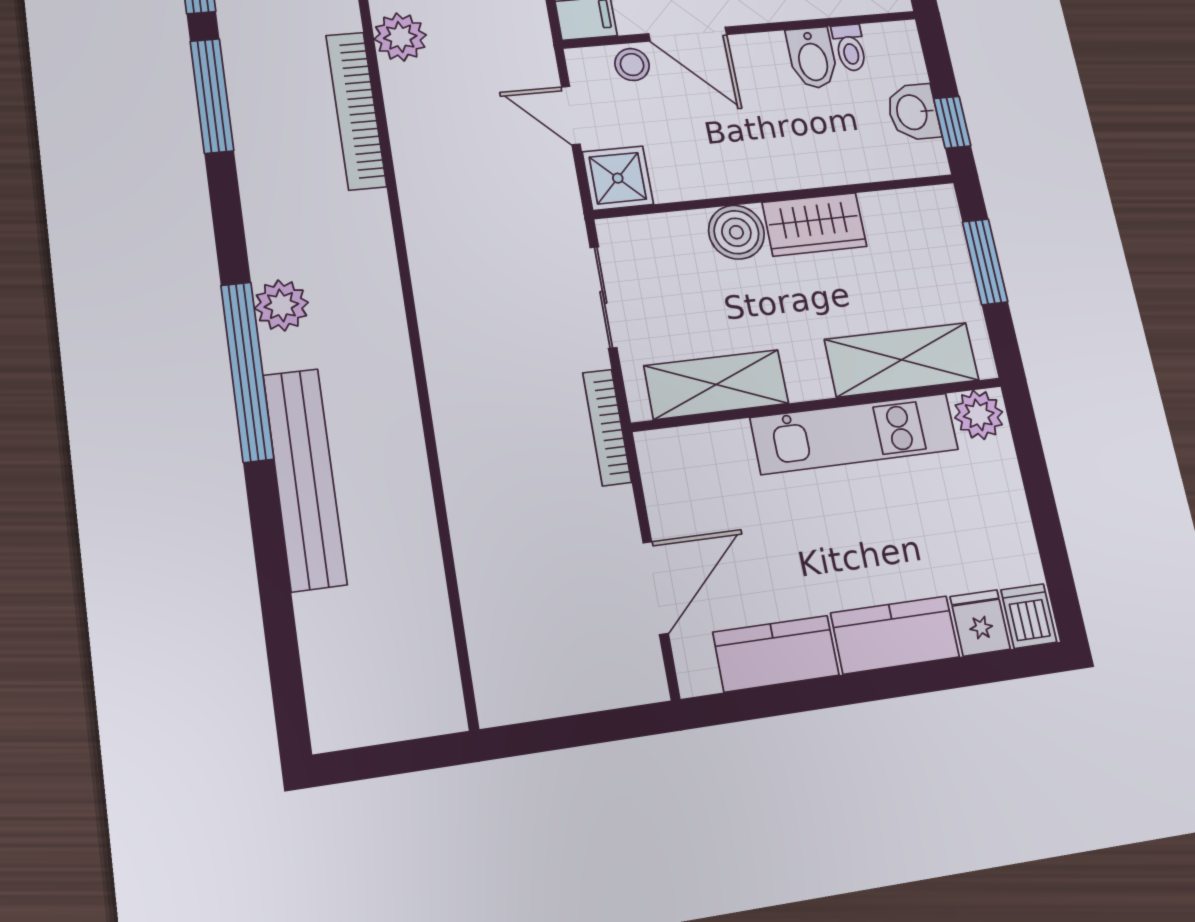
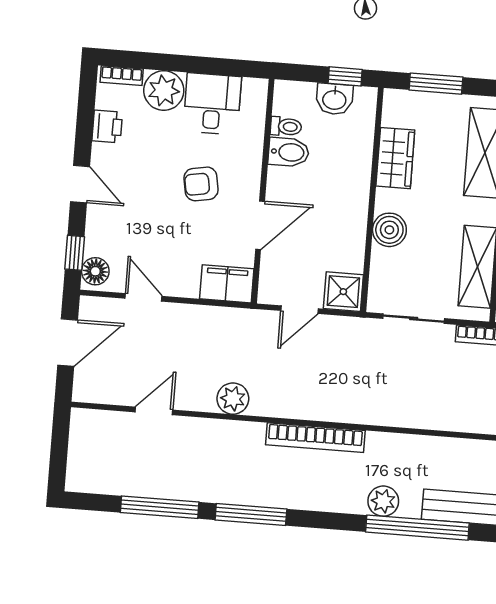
stool: (632, 65) -> (274, 265), removed
bookcase: (356, 110) -> (315, 438), moved
wardrobe: (814, 224) -> (395, 158), moved

